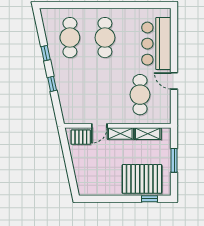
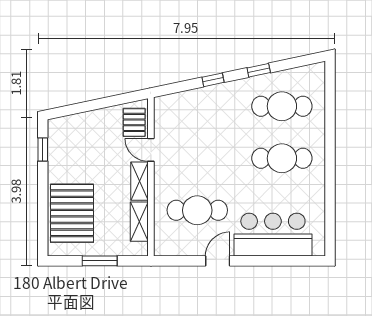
window: (150, 199) -> (43, 149), moved

